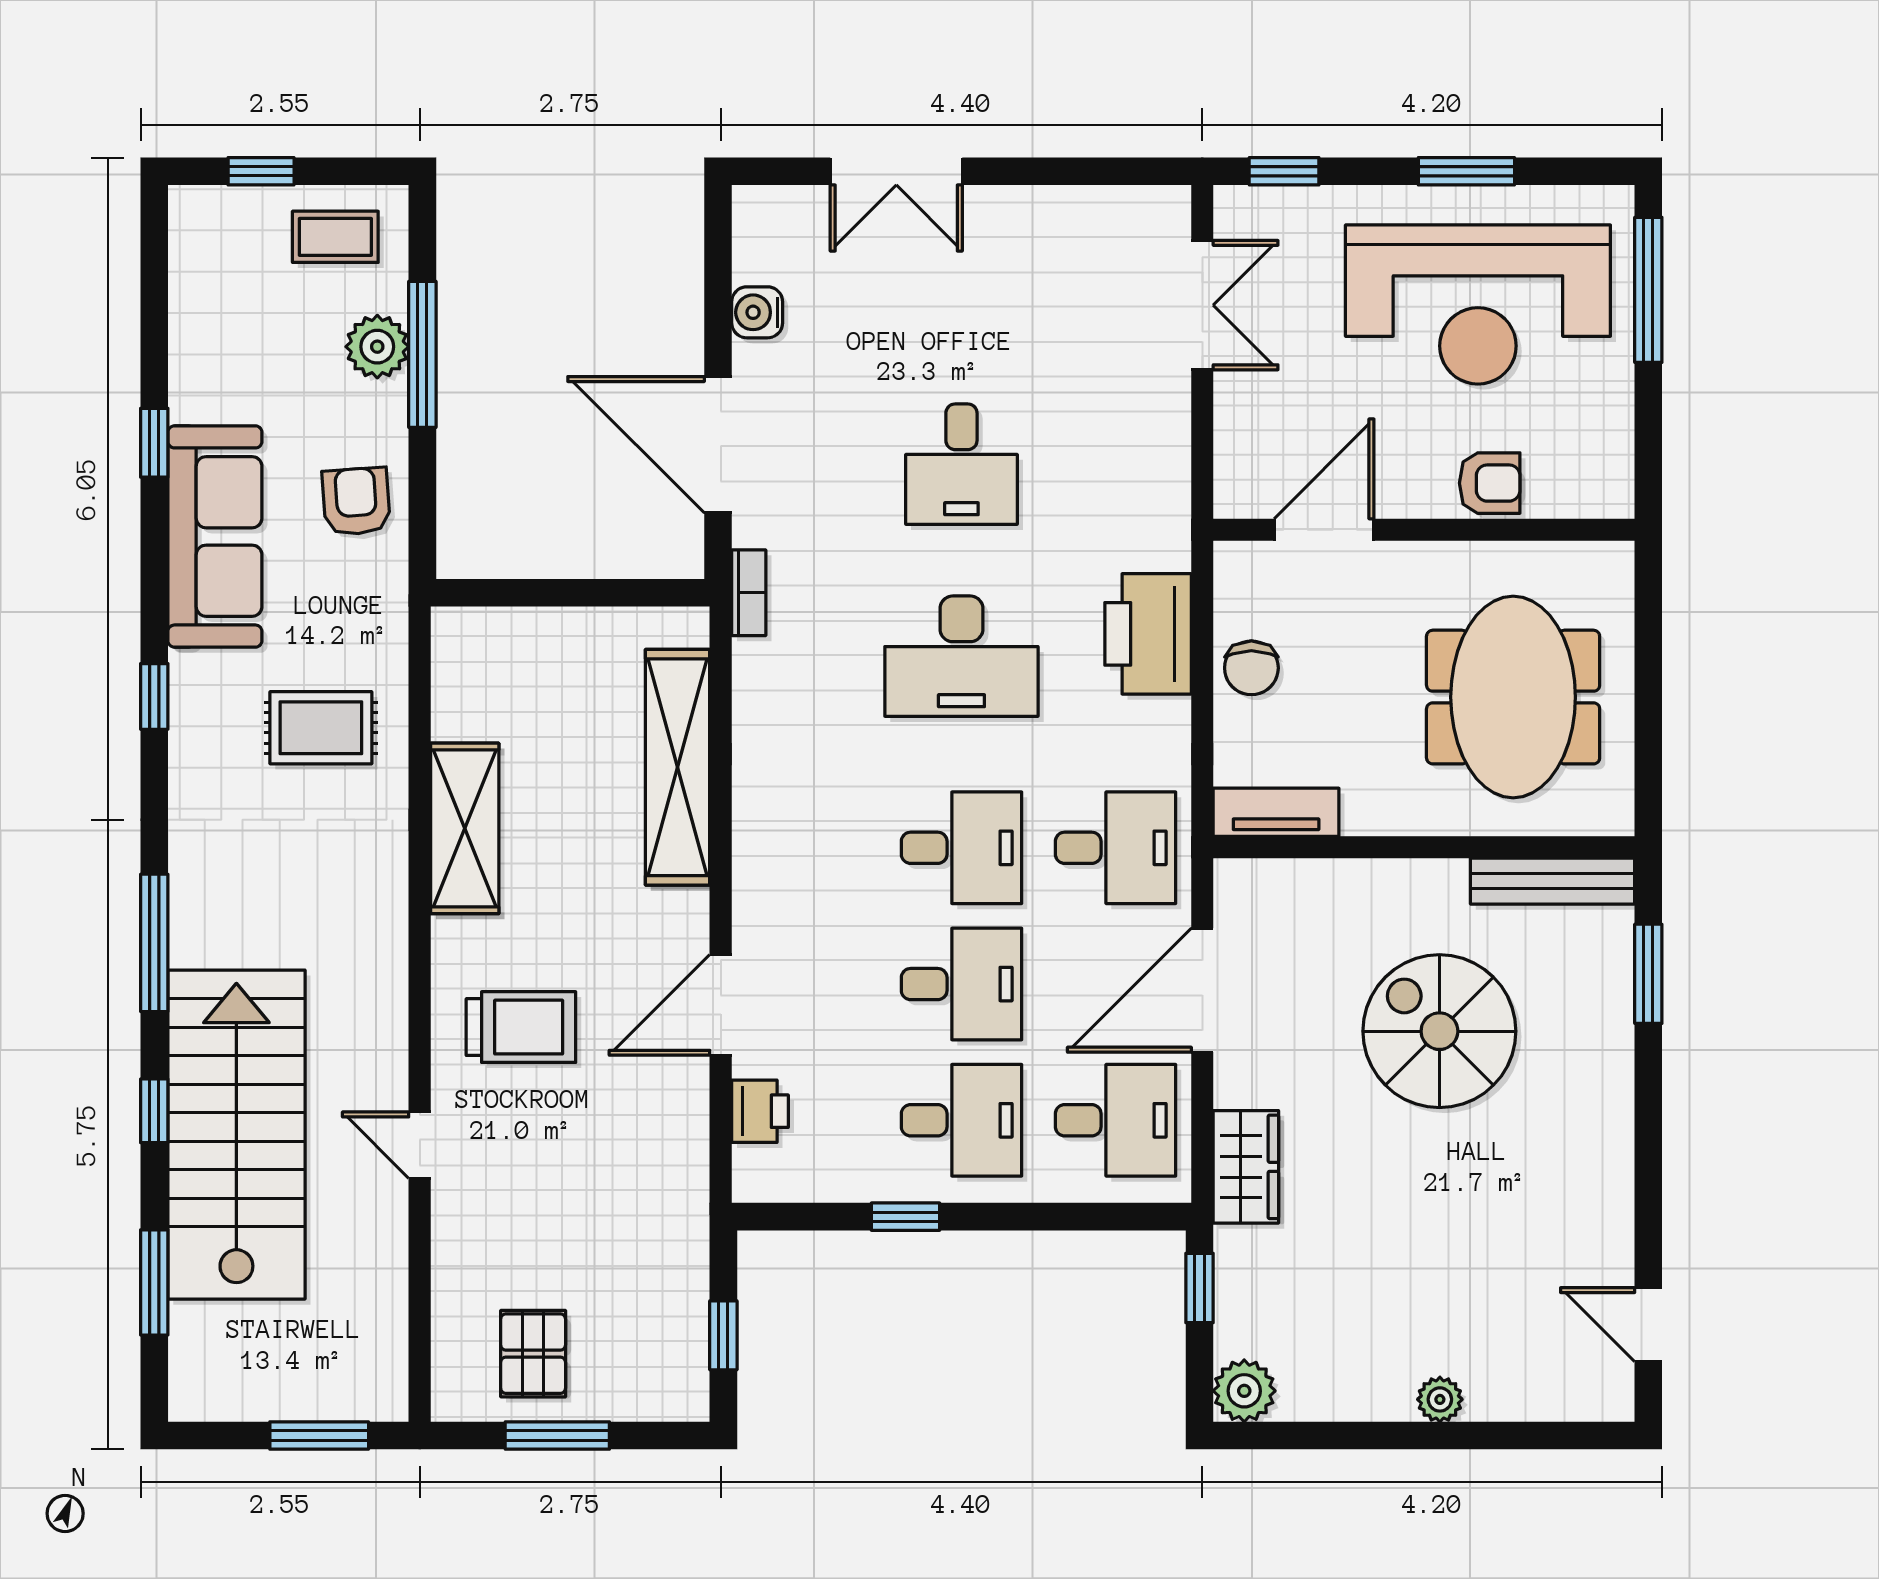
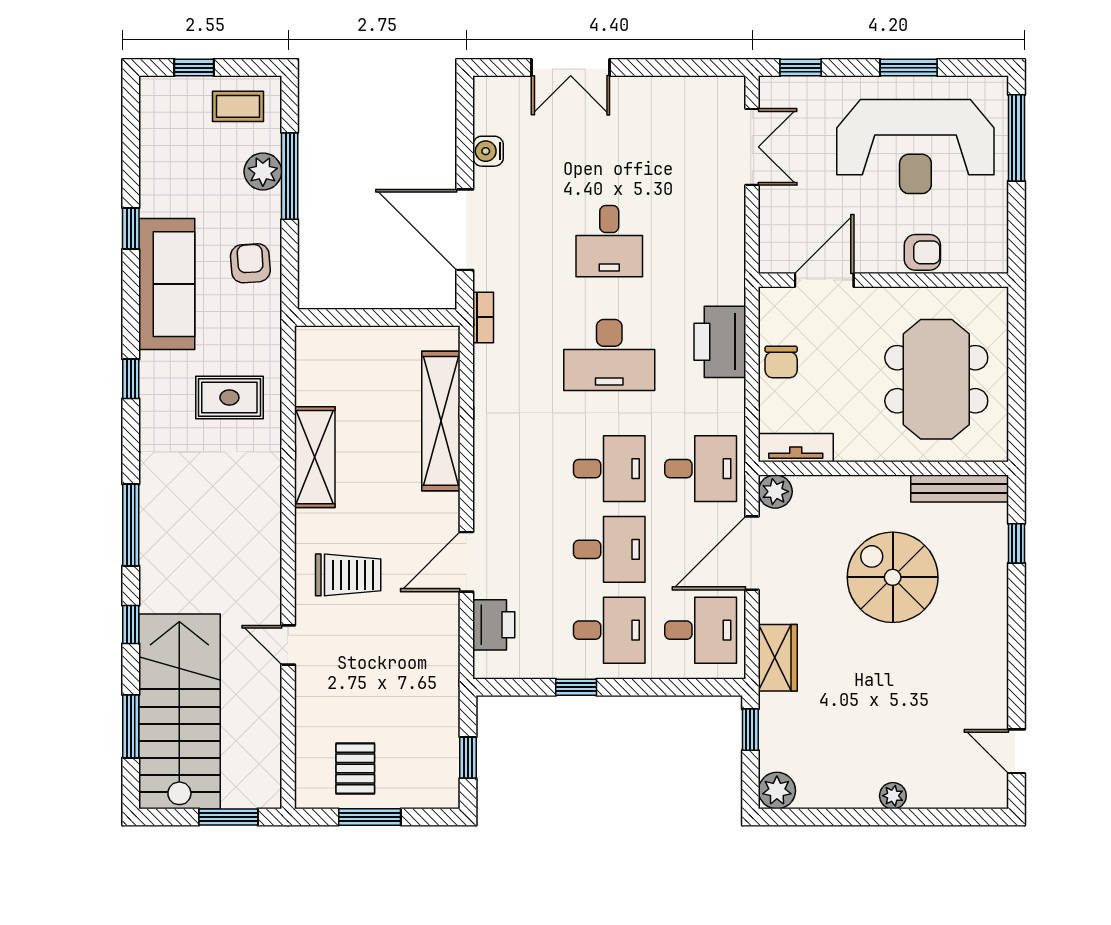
plant: (1242, 886) -> (775, 492), added
window: (1648, 974) -> (1016, 543), width x0.67
printer: (760, 1111) -> (494, 625), width x1.36, depth x1.24
stairs: (236, 1135) -> (179, 711), moved

